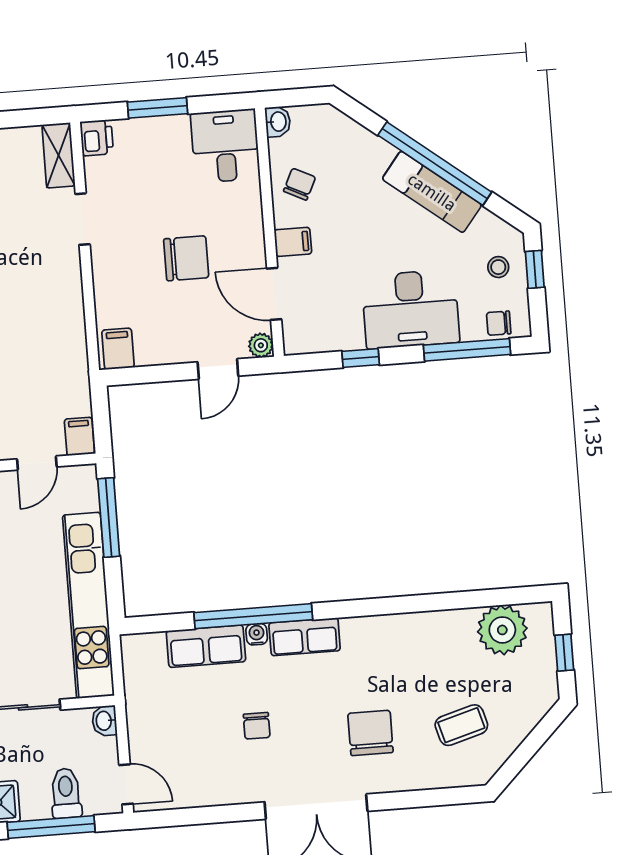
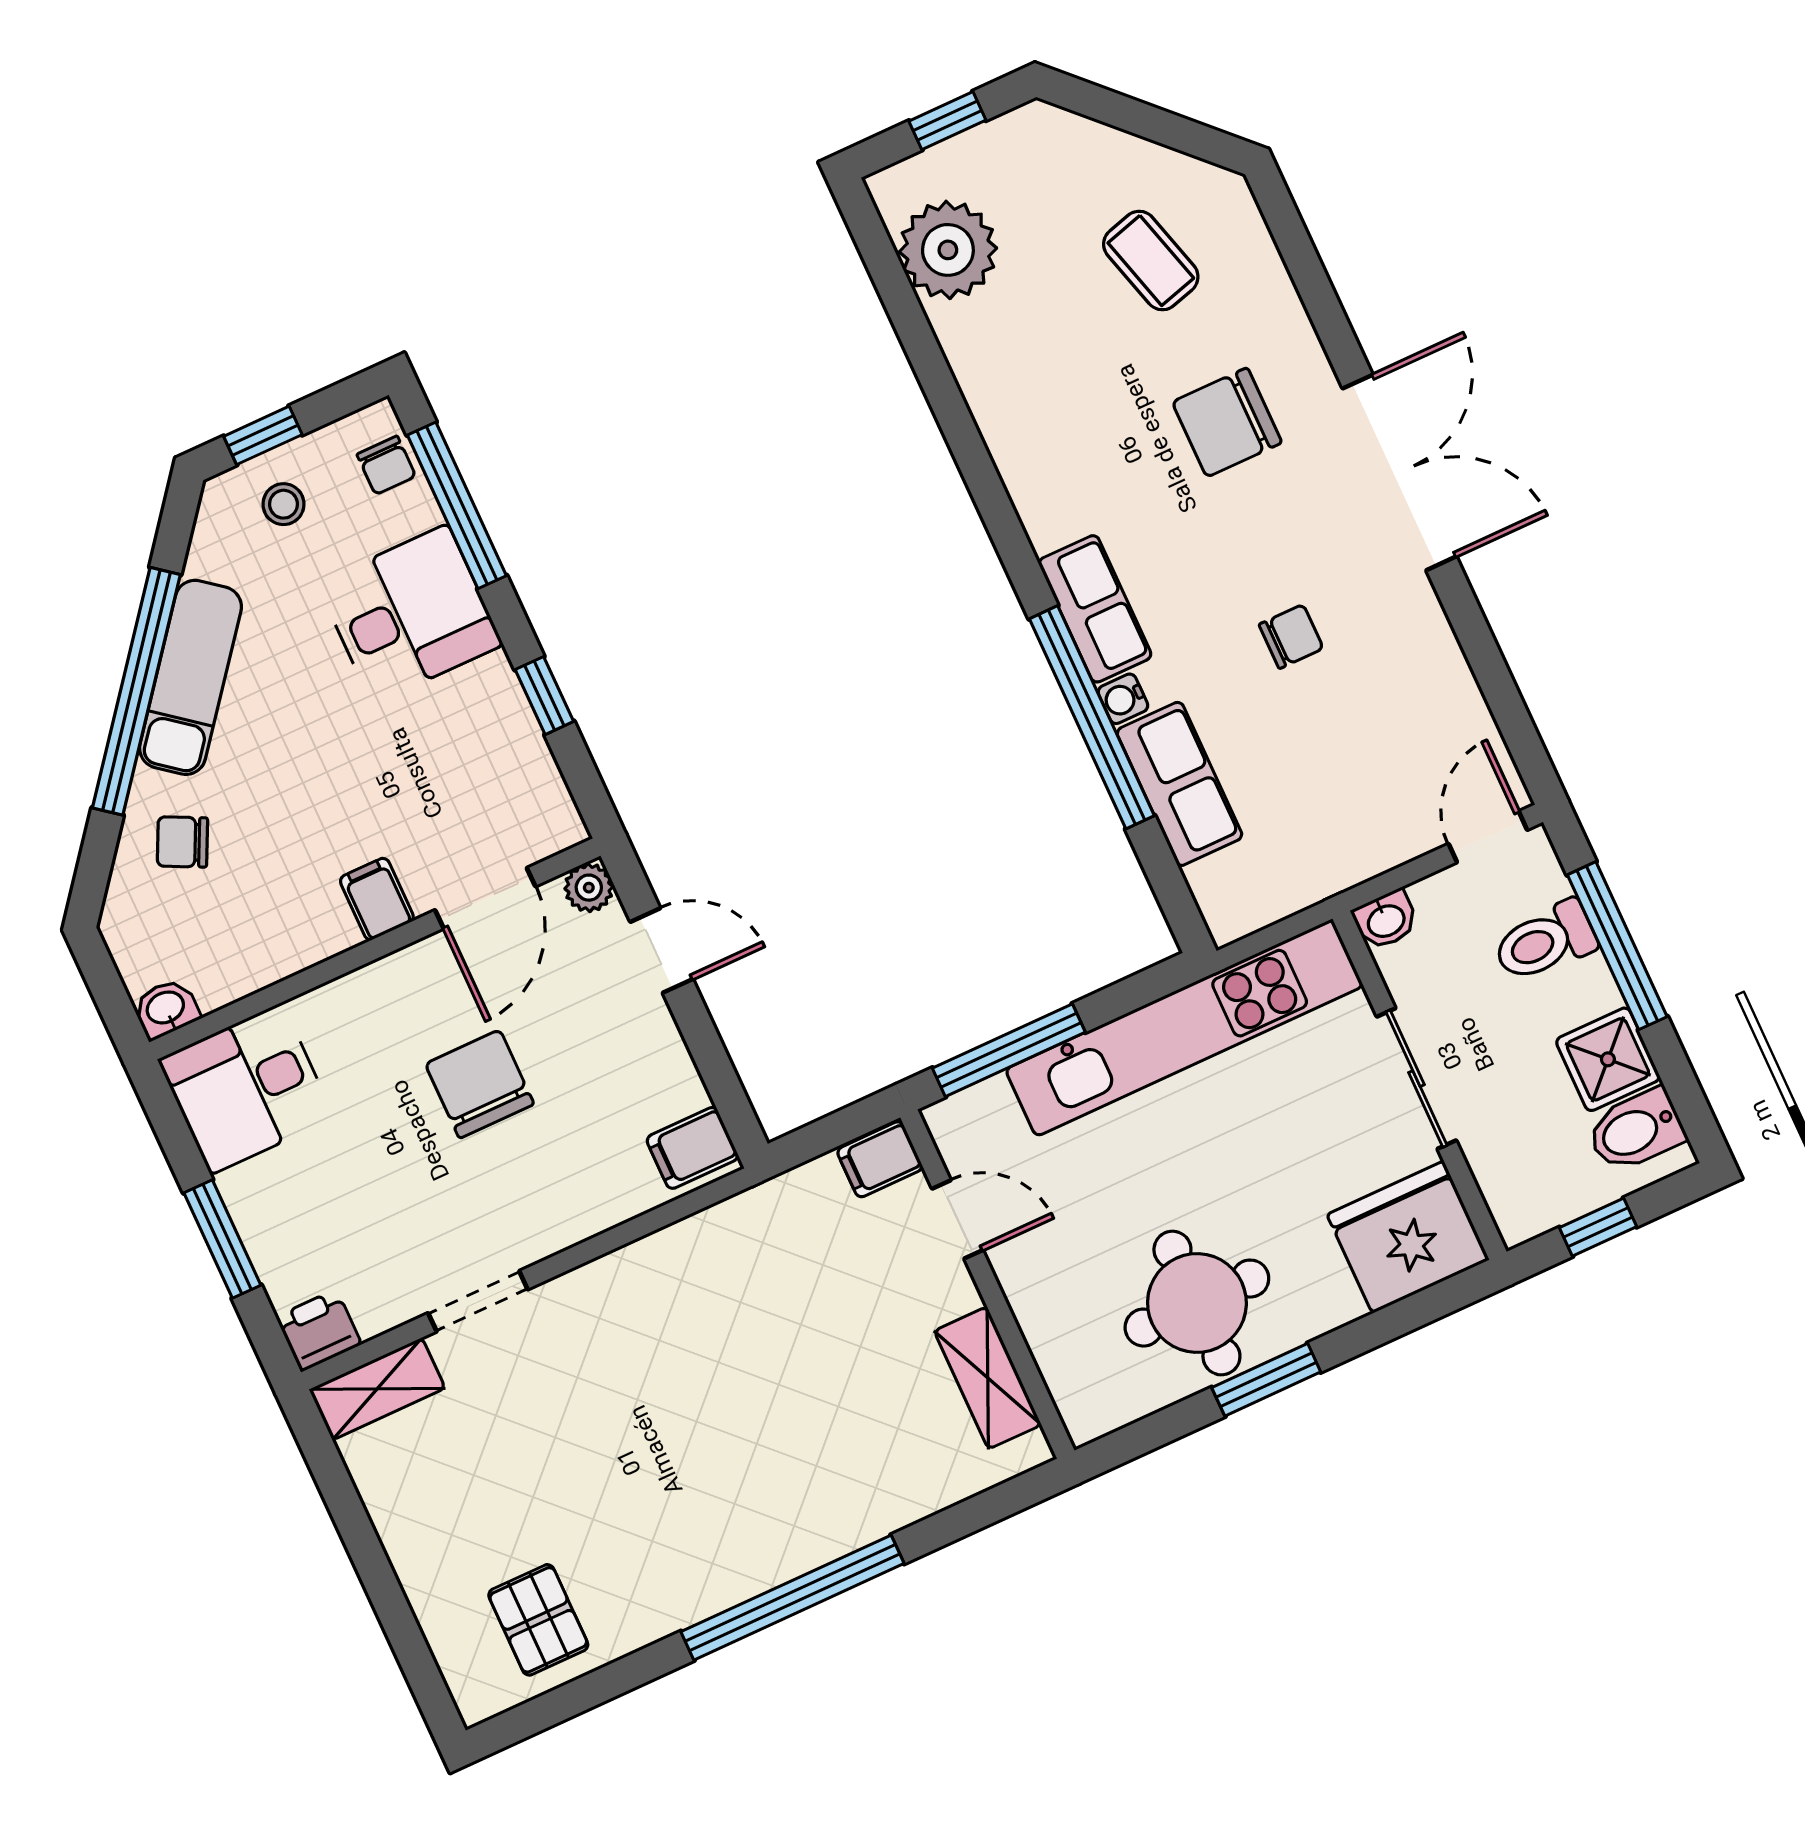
chair: (300, 184) -> (182, 842), moved
desk: (411, 309) -> (410, 614), width x0.73

